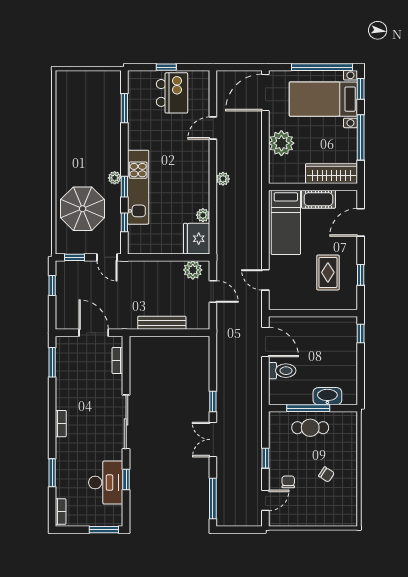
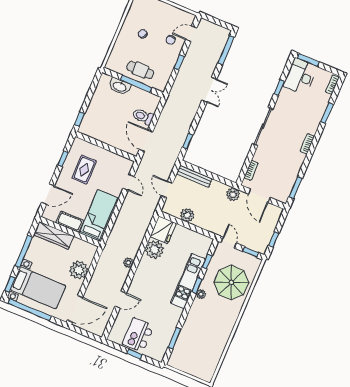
plant: (203, 215) -> (154, 249), width x1.88, depth x1.88
plant: (193, 270) -> (187, 215), moved
plant: (127, 320) -> (233, 194), added
bench: (162, 323) -> (194, 176), moved
window: (213, 401) -> (188, 141), moved
desk: (106, 483) -> (300, 76), moved

